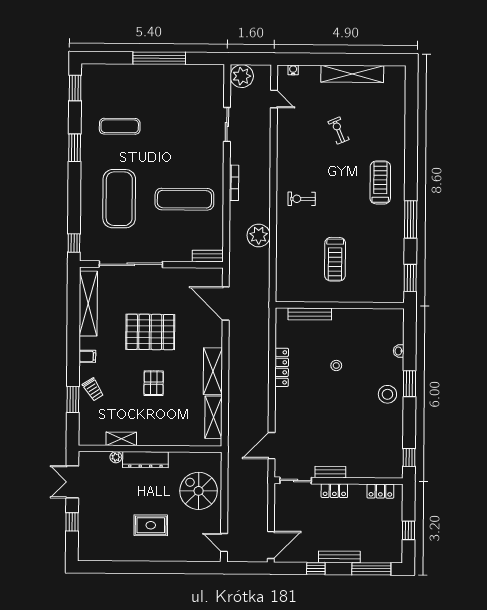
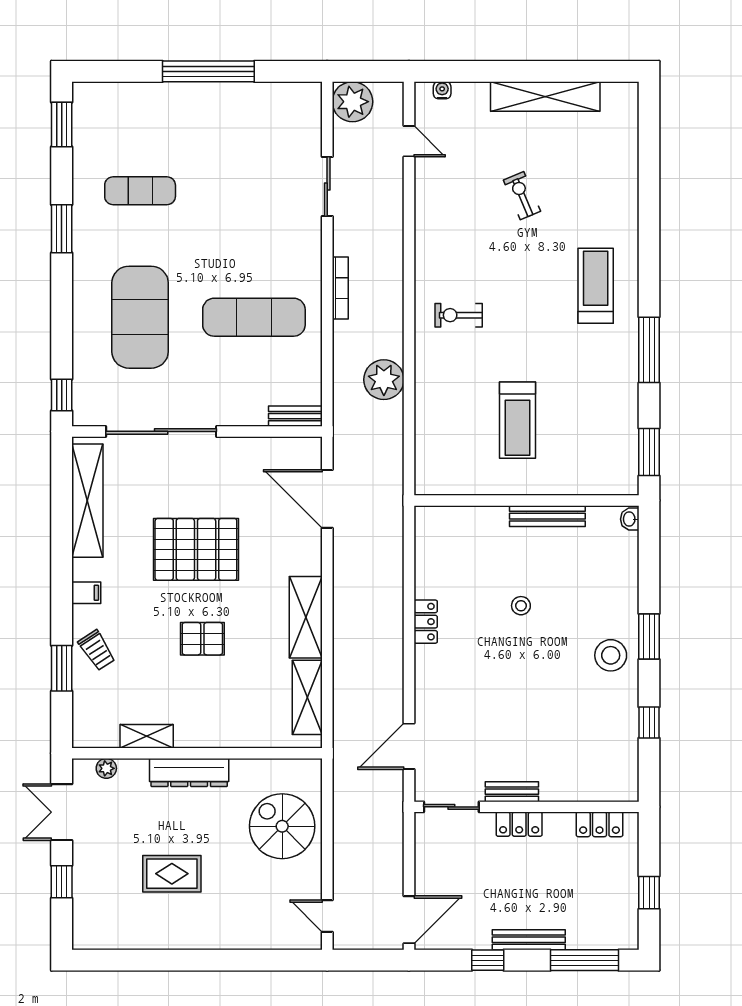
bench: (310, 314) -> (547, 516), moved
washbasin: (399, 351) -> (630, 519), moved
locker: (282, 367) -> (426, 622), width x0.66
pallet: (154, 383) -> (202, 639), turned 90
plant: (116, 457) -> (106, 768), moved
window: (409, 457) -> (649, 722), moved
rug: (151, 525) -> (172, 874), moved

